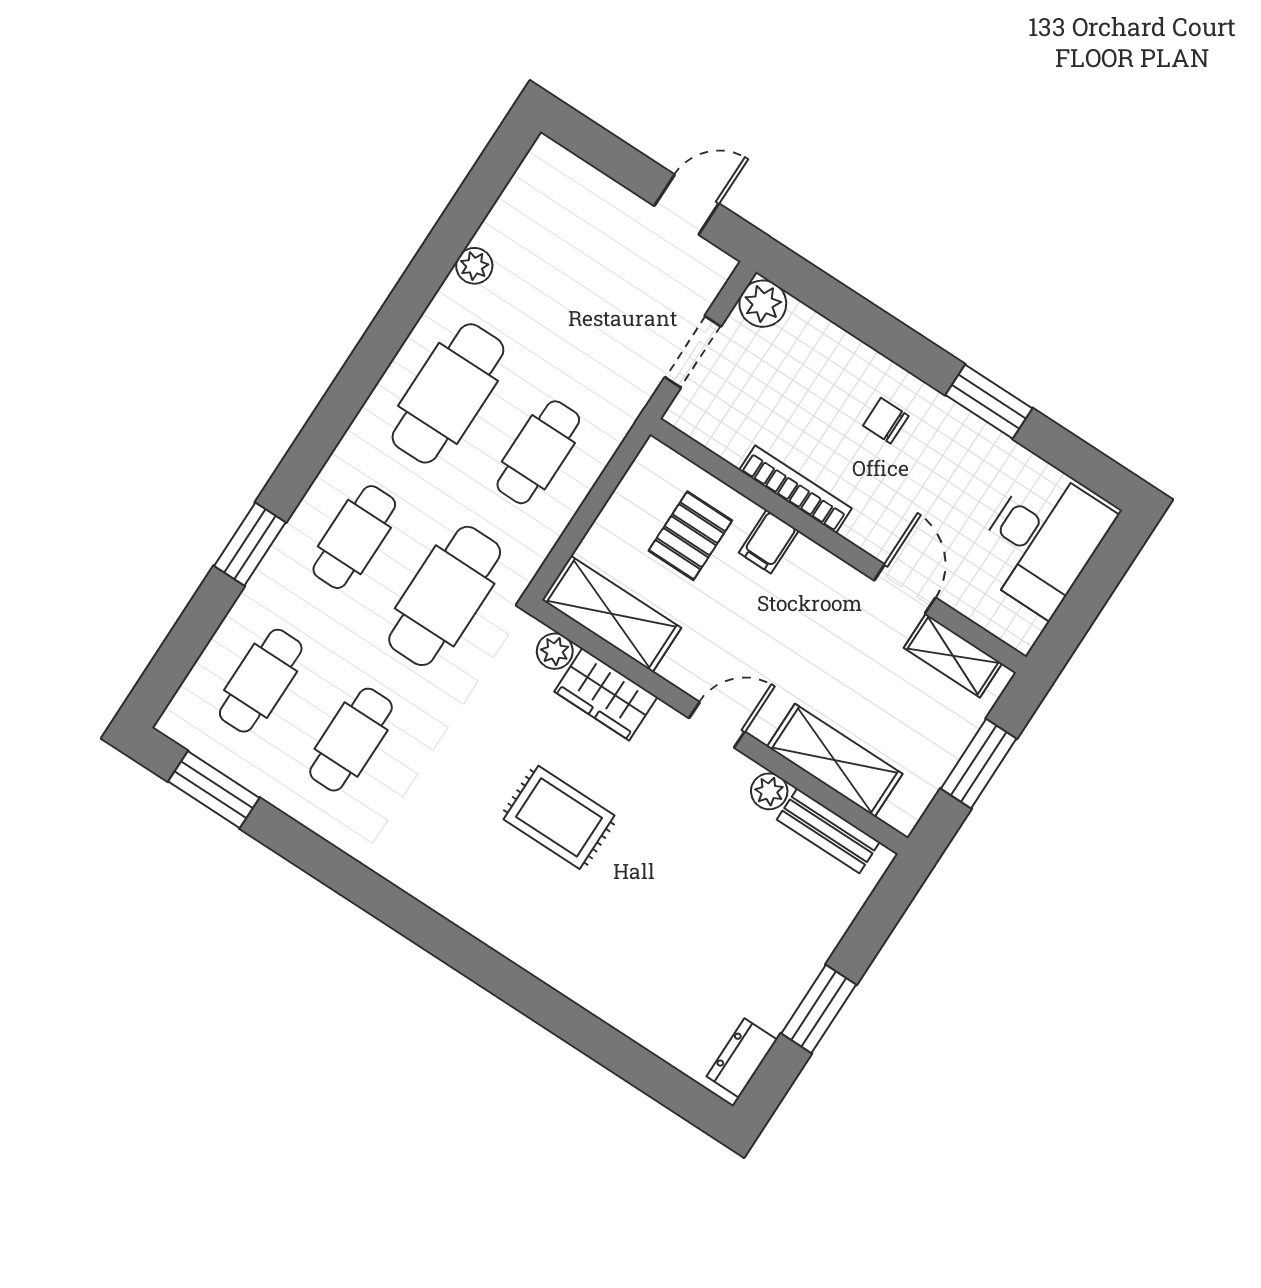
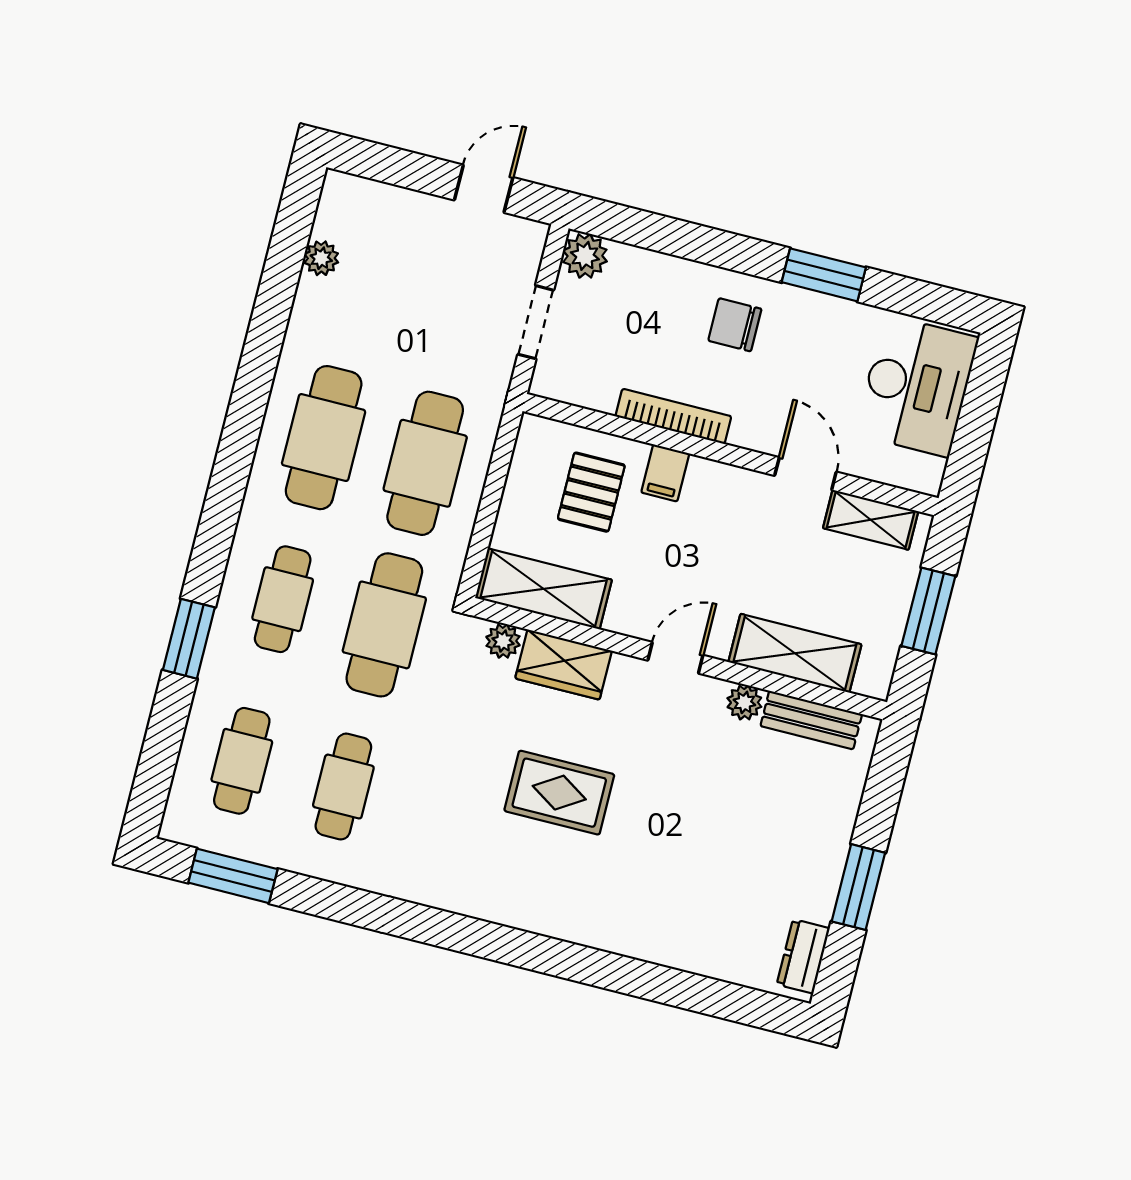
plant: (474, 266) -> (321, 258), moved
chair: (886, 421) -> (735, 325), width x1.37, depth x1.37
cafe table: (538, 452) -> (425, 463), width x1.37, depth x1.35

